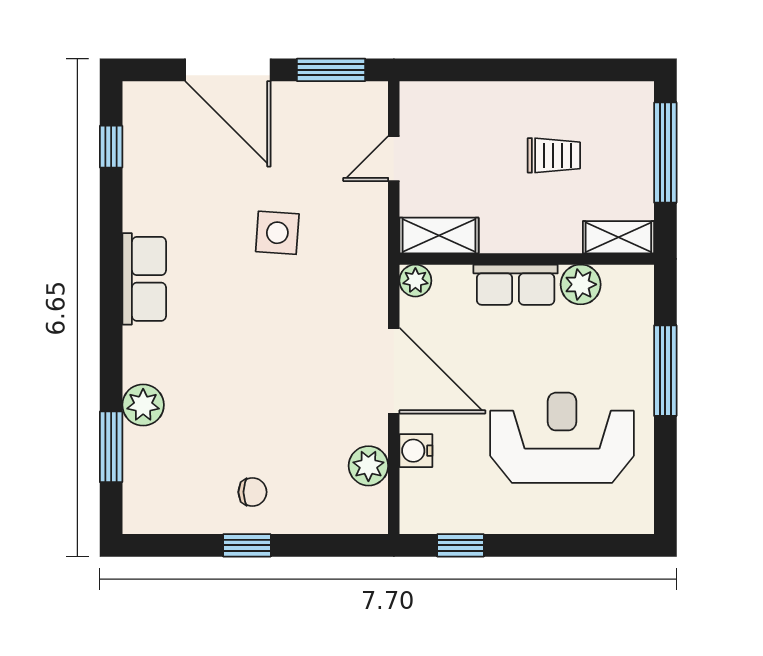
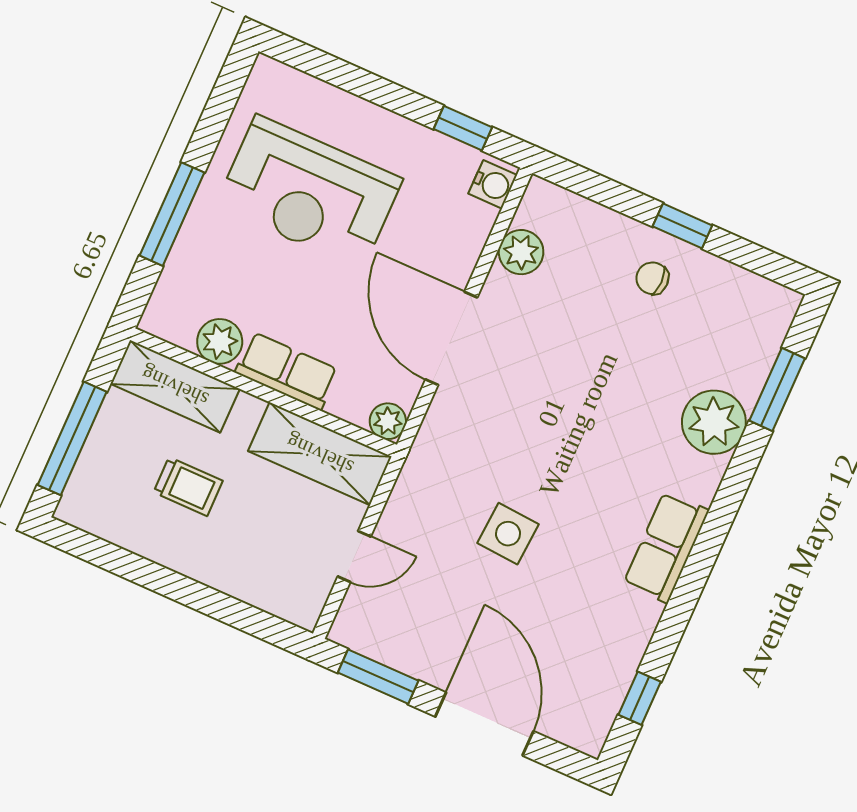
trolley: (554, 155) -> (188, 487), turned 180
shelving: (439, 235) -> (320, 454), width x1.50, depth x1.33
shelving: (618, 237) -> (175, 386), width x1.50, depth x1.33
plant: (143, 405) -> (714, 422), width x1.36, depth x1.36
water cooler: (416, 451) -> (493, 184), moved

